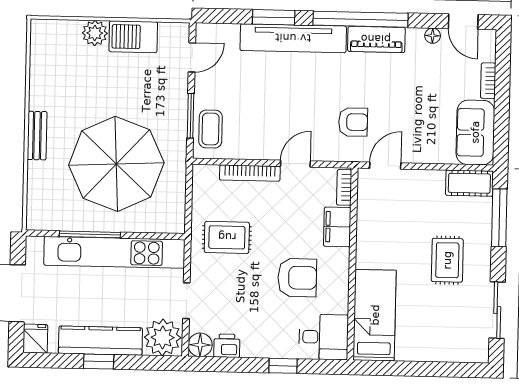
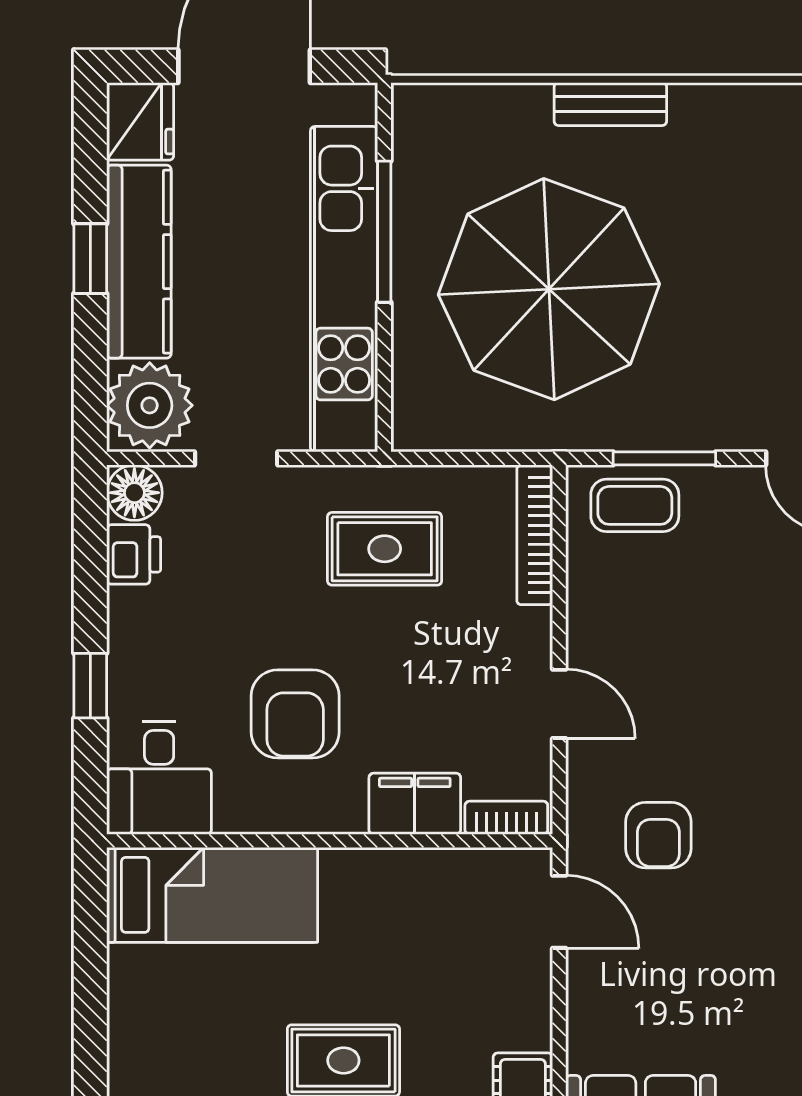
bookcase: (250, 173) -> (535, 535), moved
rug: (227, 237) -> (385, 549), turned 90
fridge: (35, 339) -> (140, 121), width x1.38

